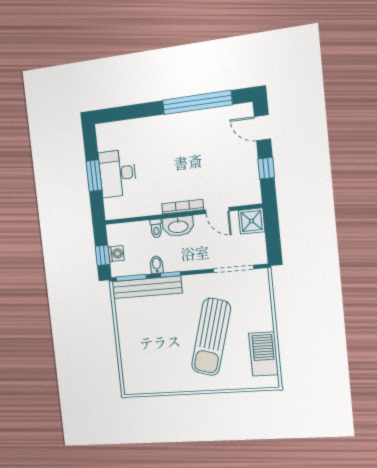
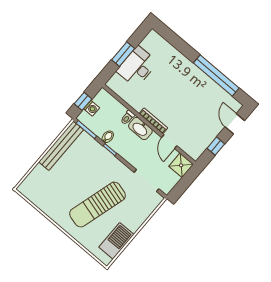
bench: (147, 287) -> (61, 146), moved, turned 90

